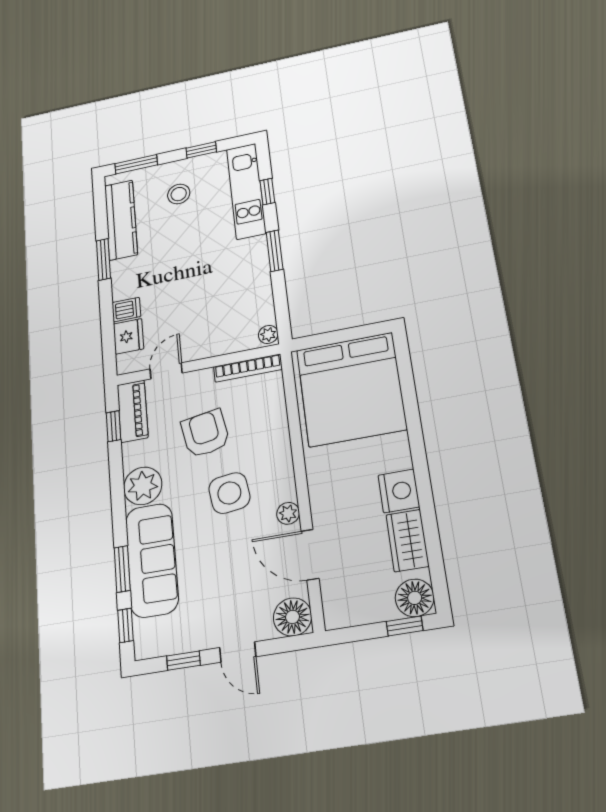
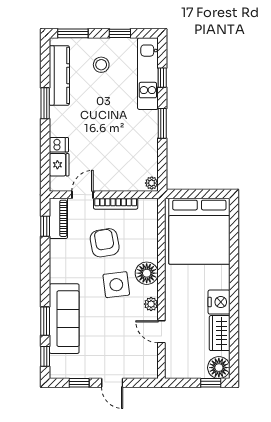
bookcase: (248, 368) -> (116, 204), moved
plant: (143, 486) -> (62, 270), removed
door: (310, 555) -> (161, 332), width x0.73
floor lamp: (292, 617) -> (147, 273), moved

